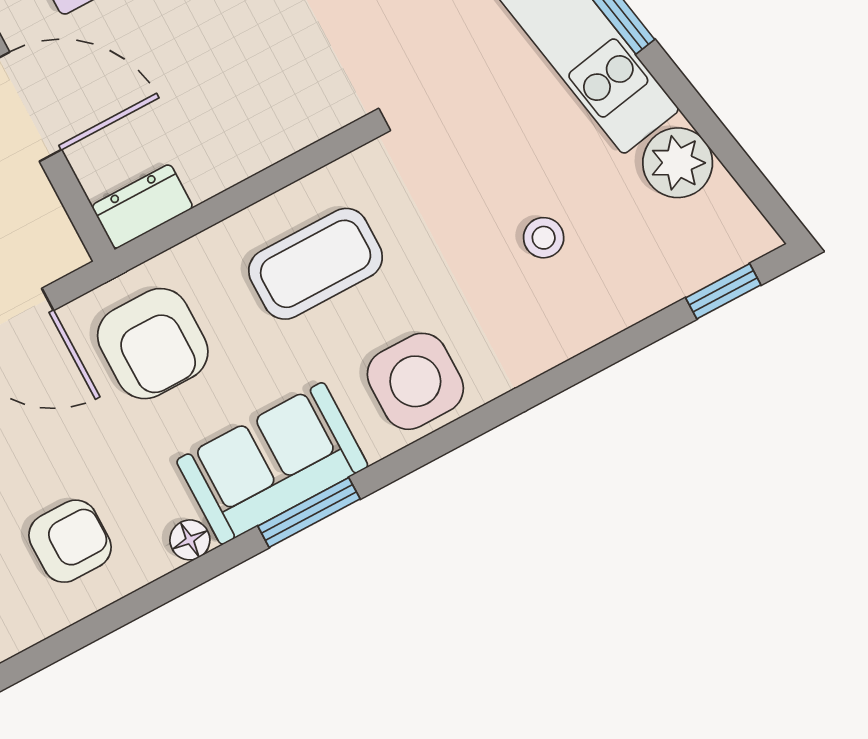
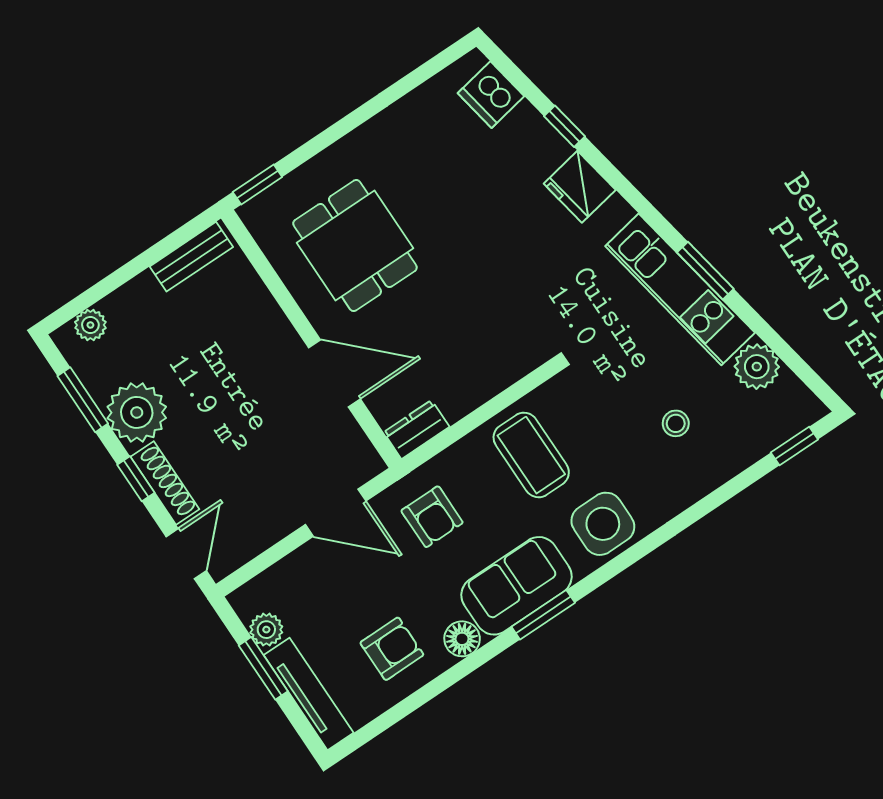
coffee table: (316, 264) -> (531, 455), turned 90
armchair: (153, 344) -> (432, 517), width x0.72, depth x0.72
floor lamp: (190, 540) -> (462, 639), width x1.37, depth x1.37

